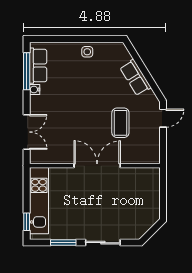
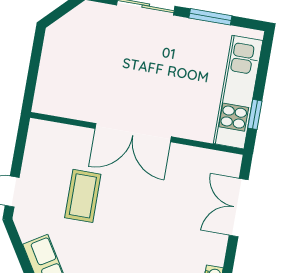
window: (27, 222) -> (255, 114), moved

